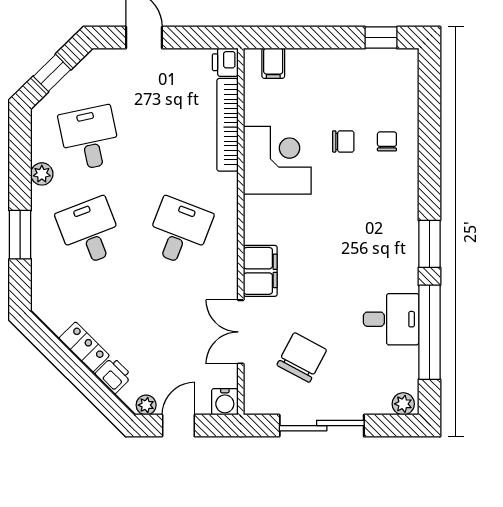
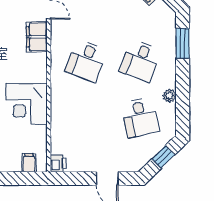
bookcase: (227, 125) -> (57, 125), removed
desk: (90, 232) -> (140, 61), turned 42
window: (20, 235) -> (183, 43), moved

